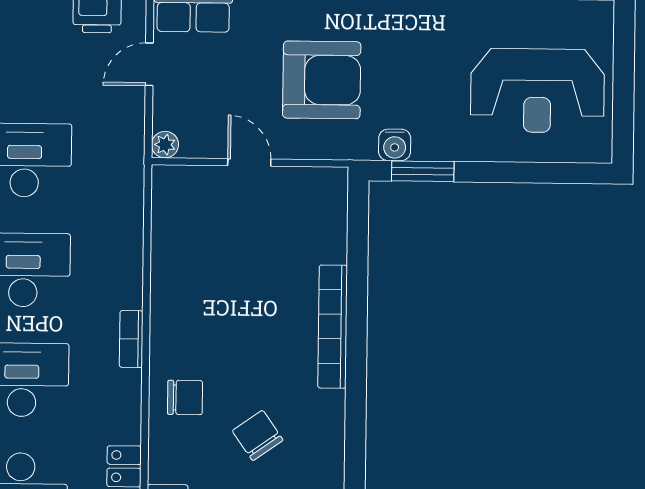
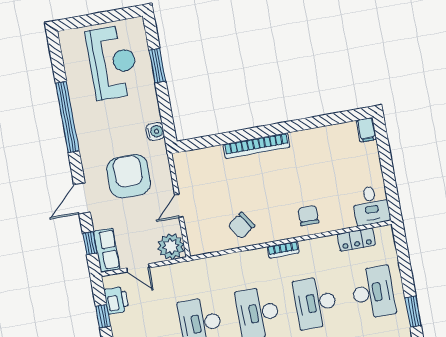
plant: (165, 145) -> (171, 246), width x1.88, depth x1.88
window: (423, 171) -> (157, 66), moved
chair: (258, 435) -> (241, 226), moved

